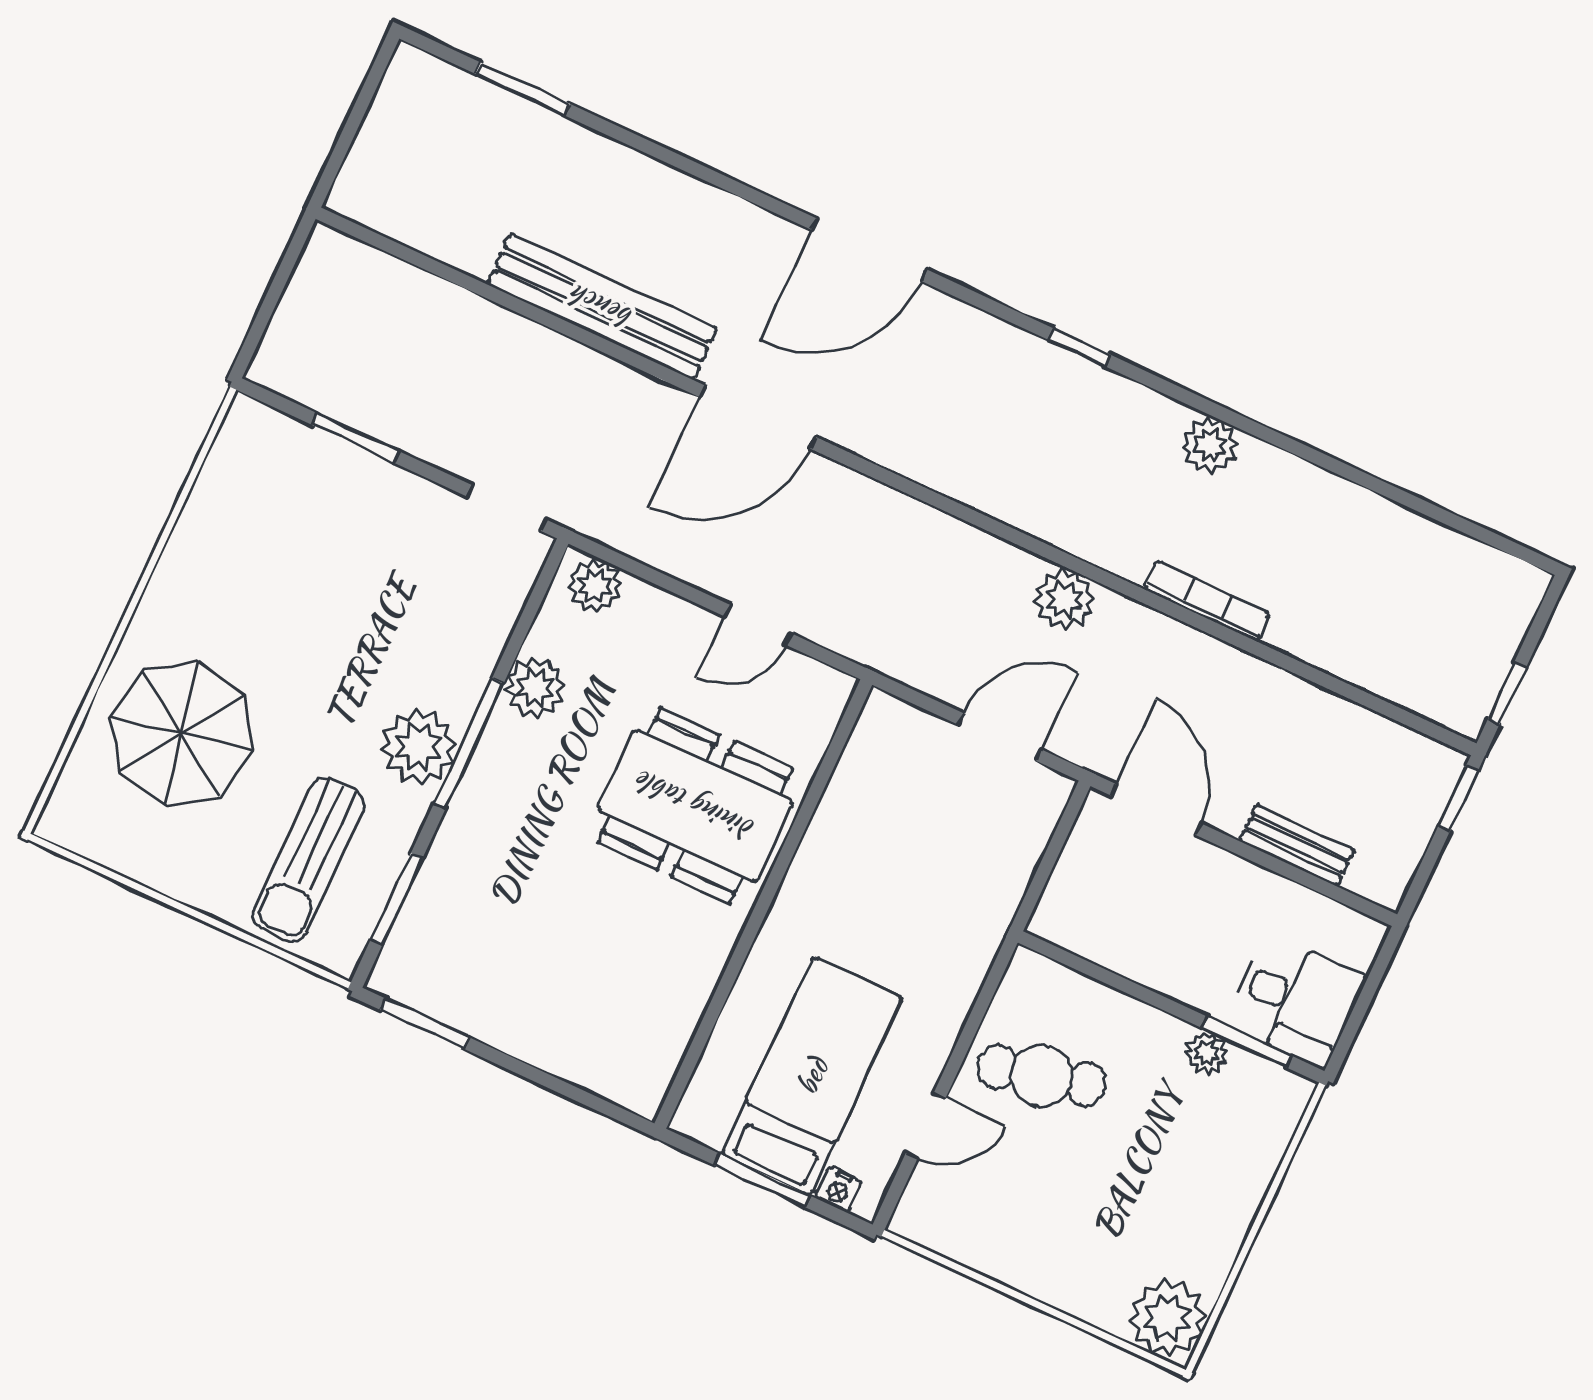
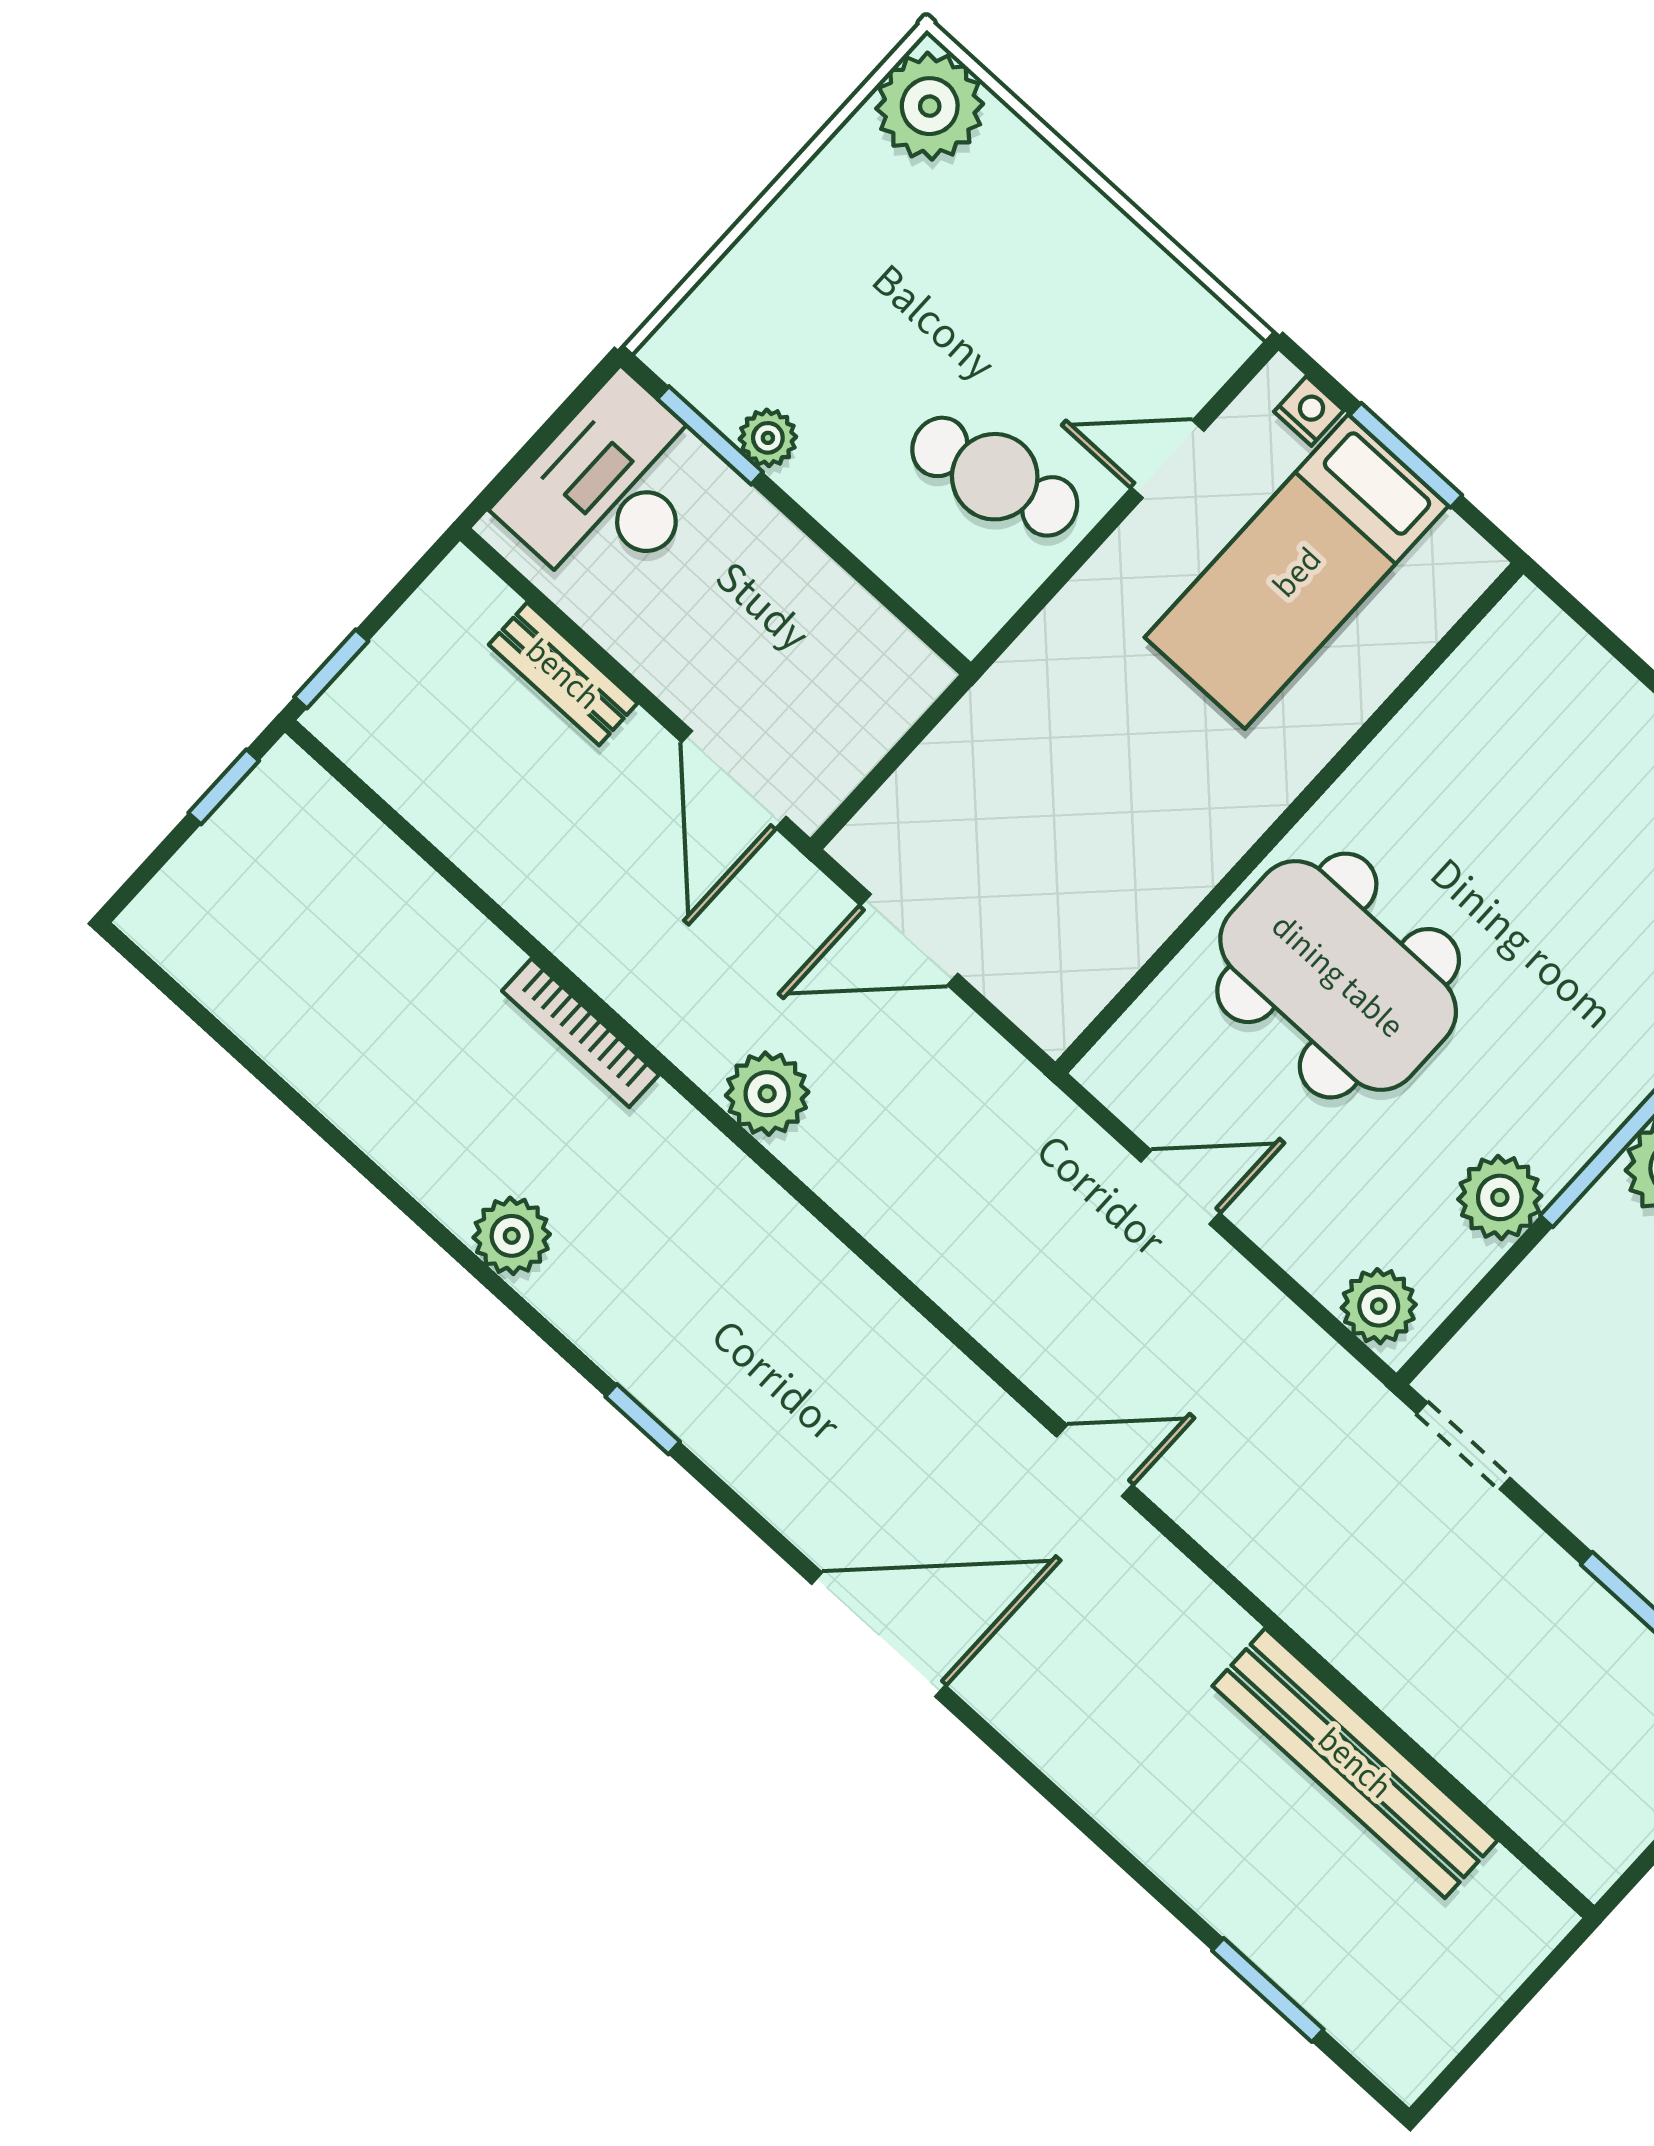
bench: (602, 307) -> (1355, 1763), moved
door: (758, 417) -> (1095, 1461), width x0.53
desk: (1296, 1001) -> (611, 489), width x1.37

